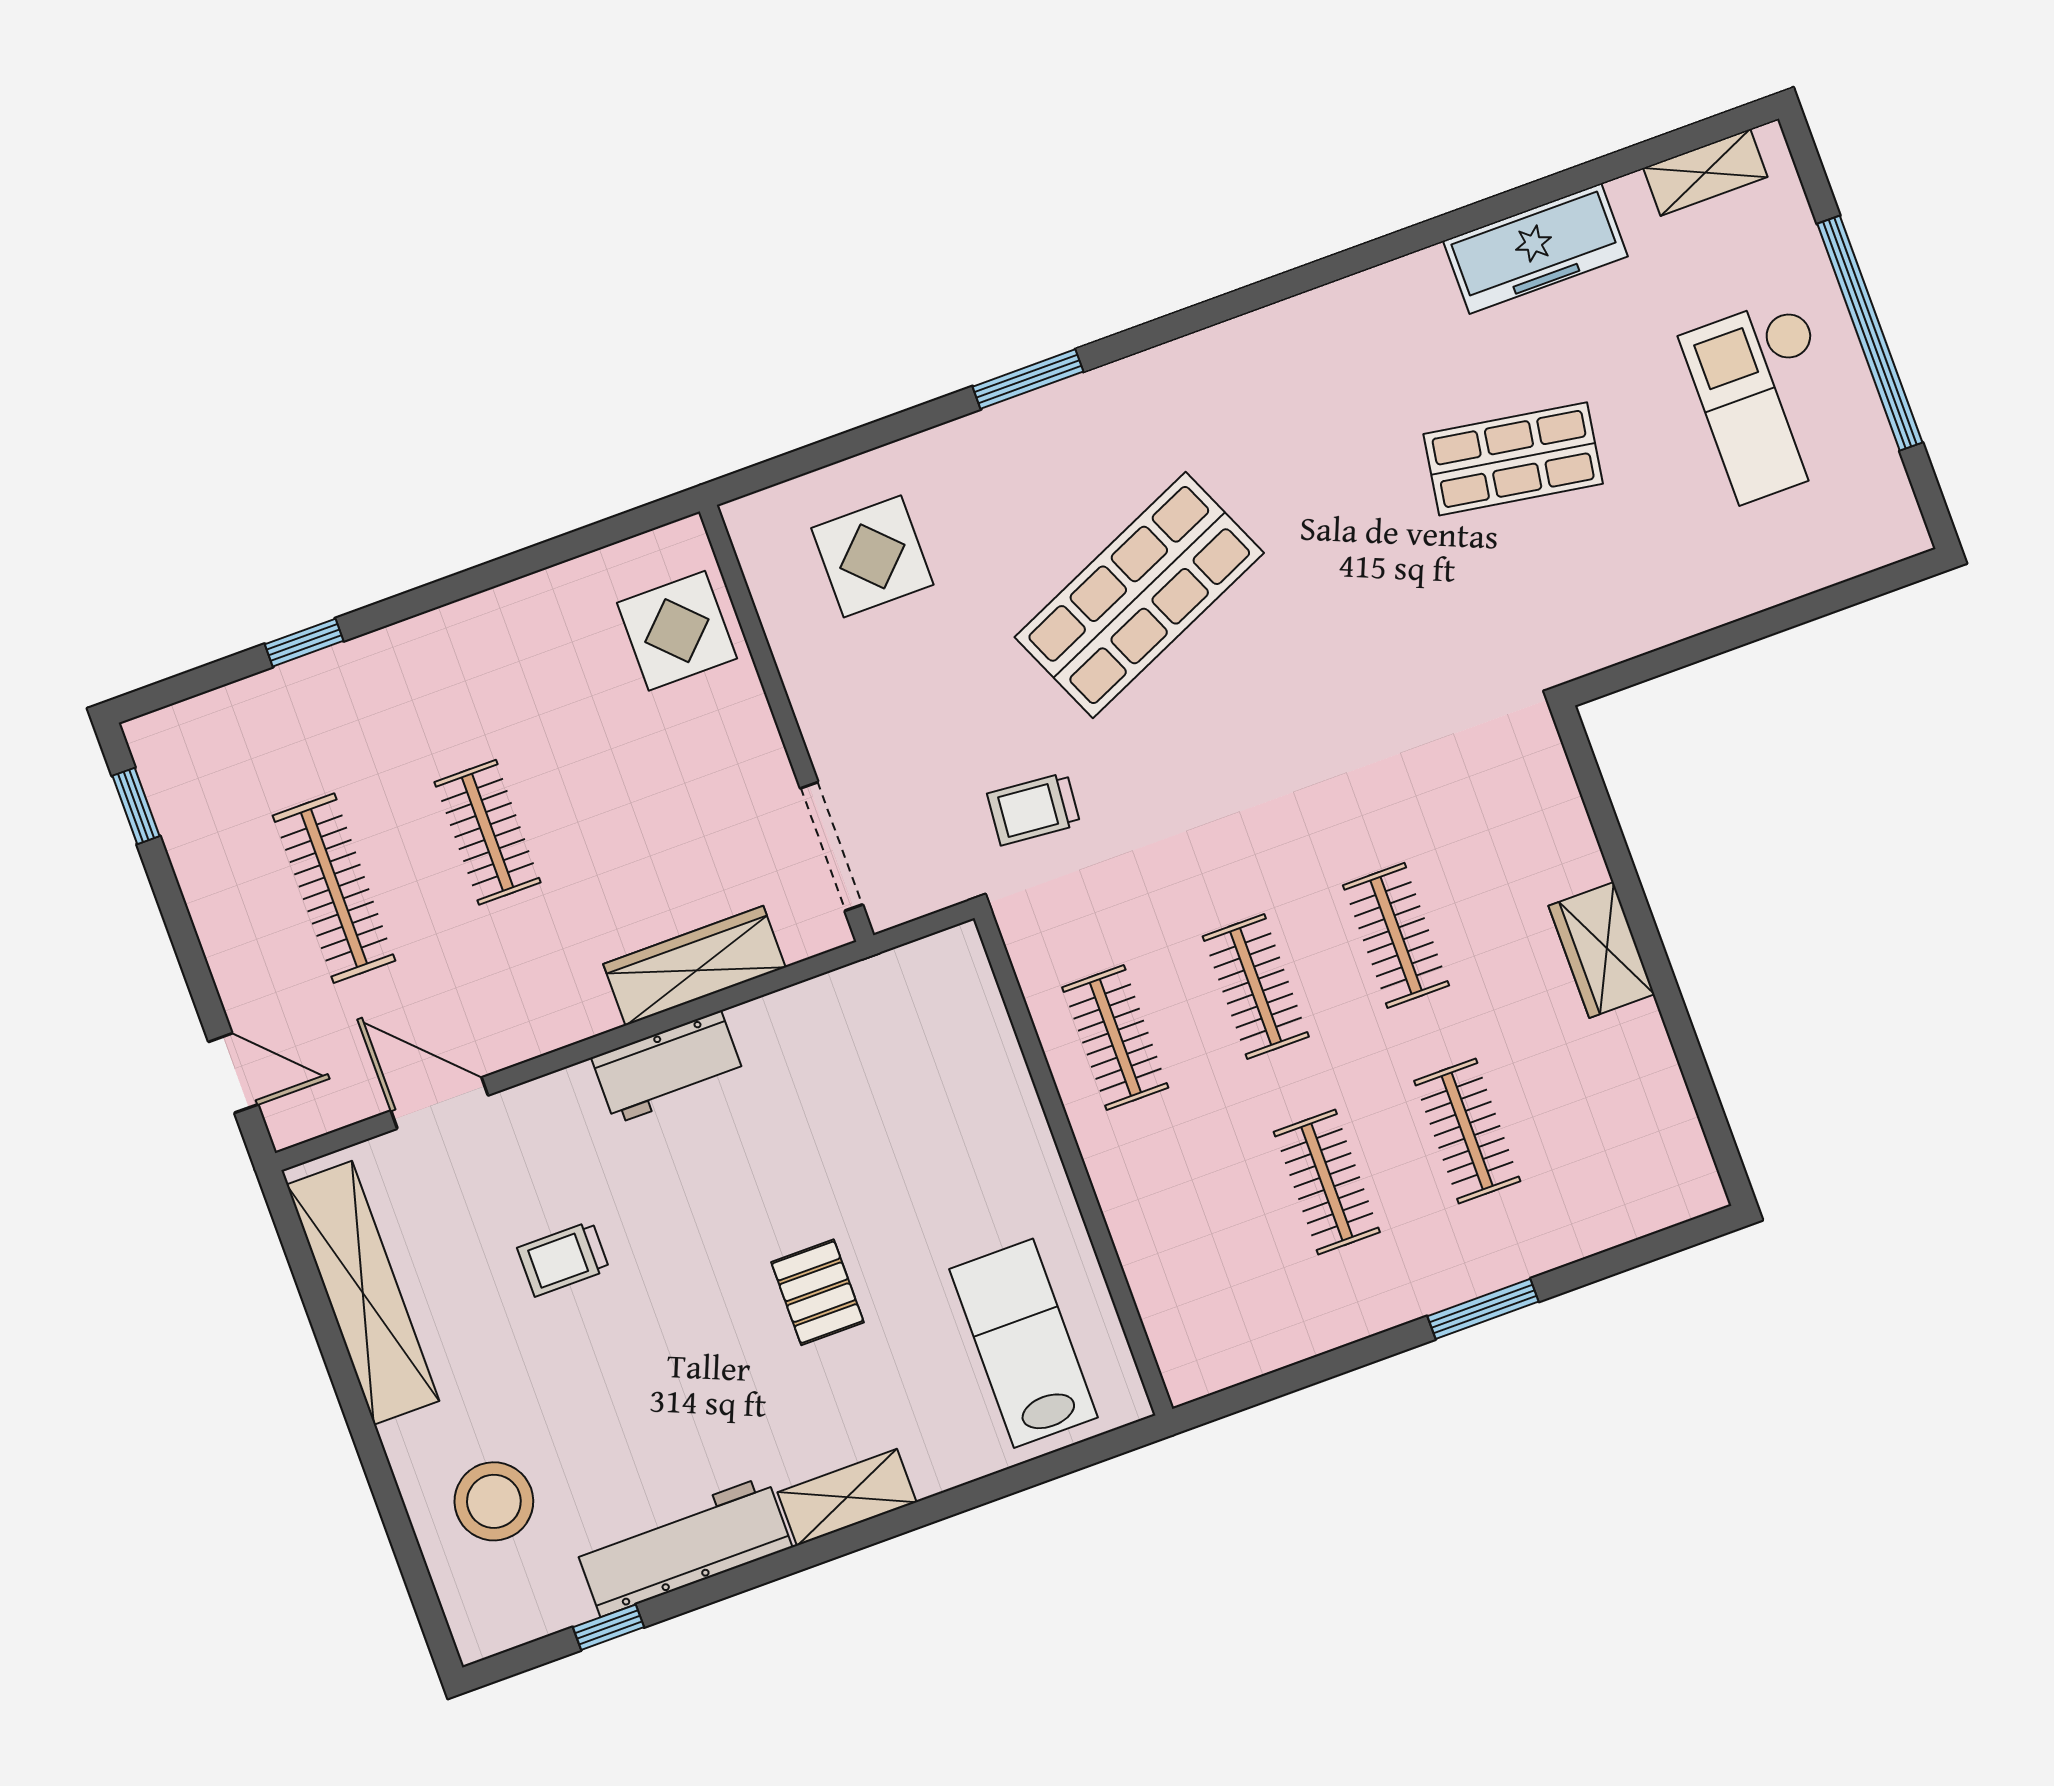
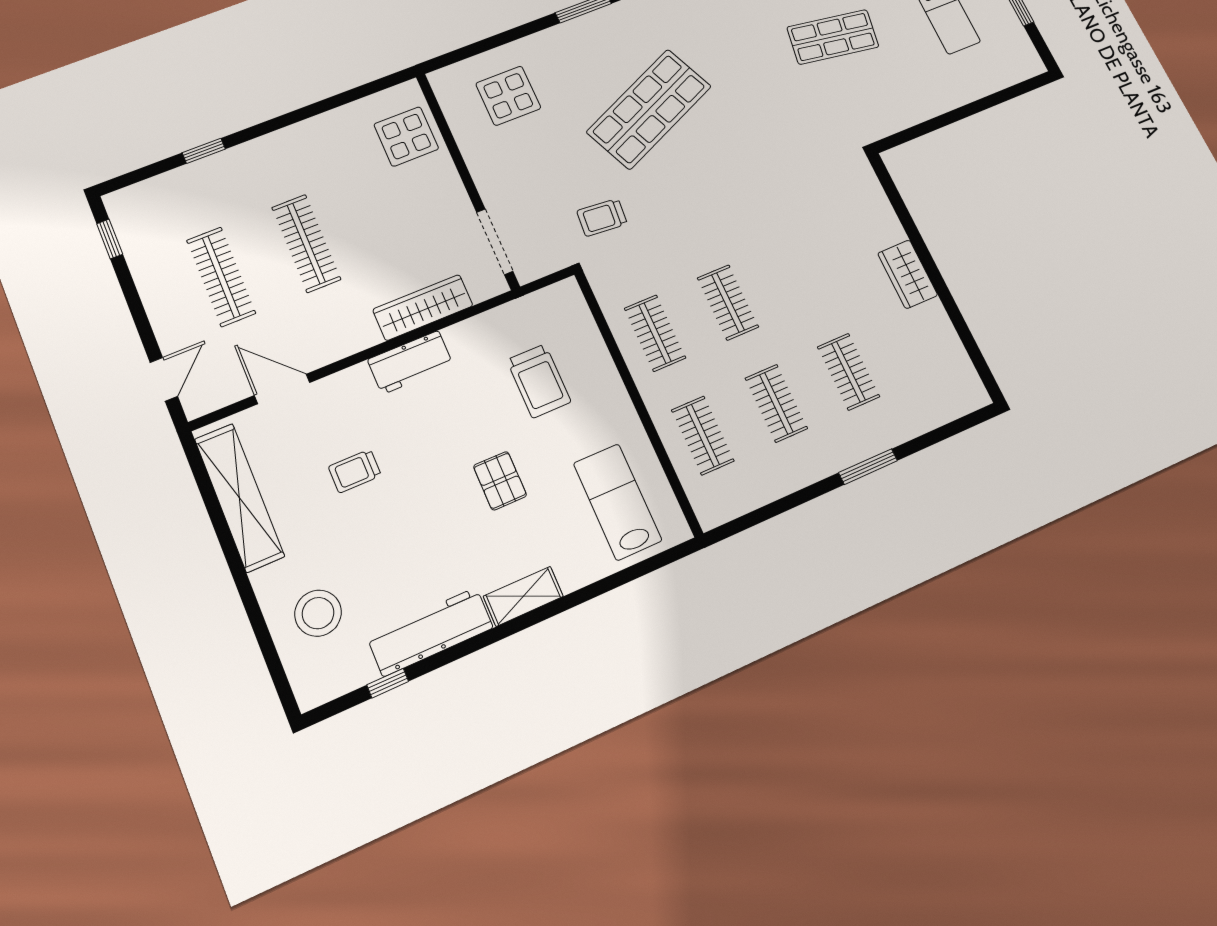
clothes rail: (487, 832) -> (306, 243), width x1.36
clothes rail: (1396, 935) -> (703, 435), moved
door: (233, 1073) -> (164, 379), hinge flipped
trolley: (897, 1115) -> (539, 381), added

